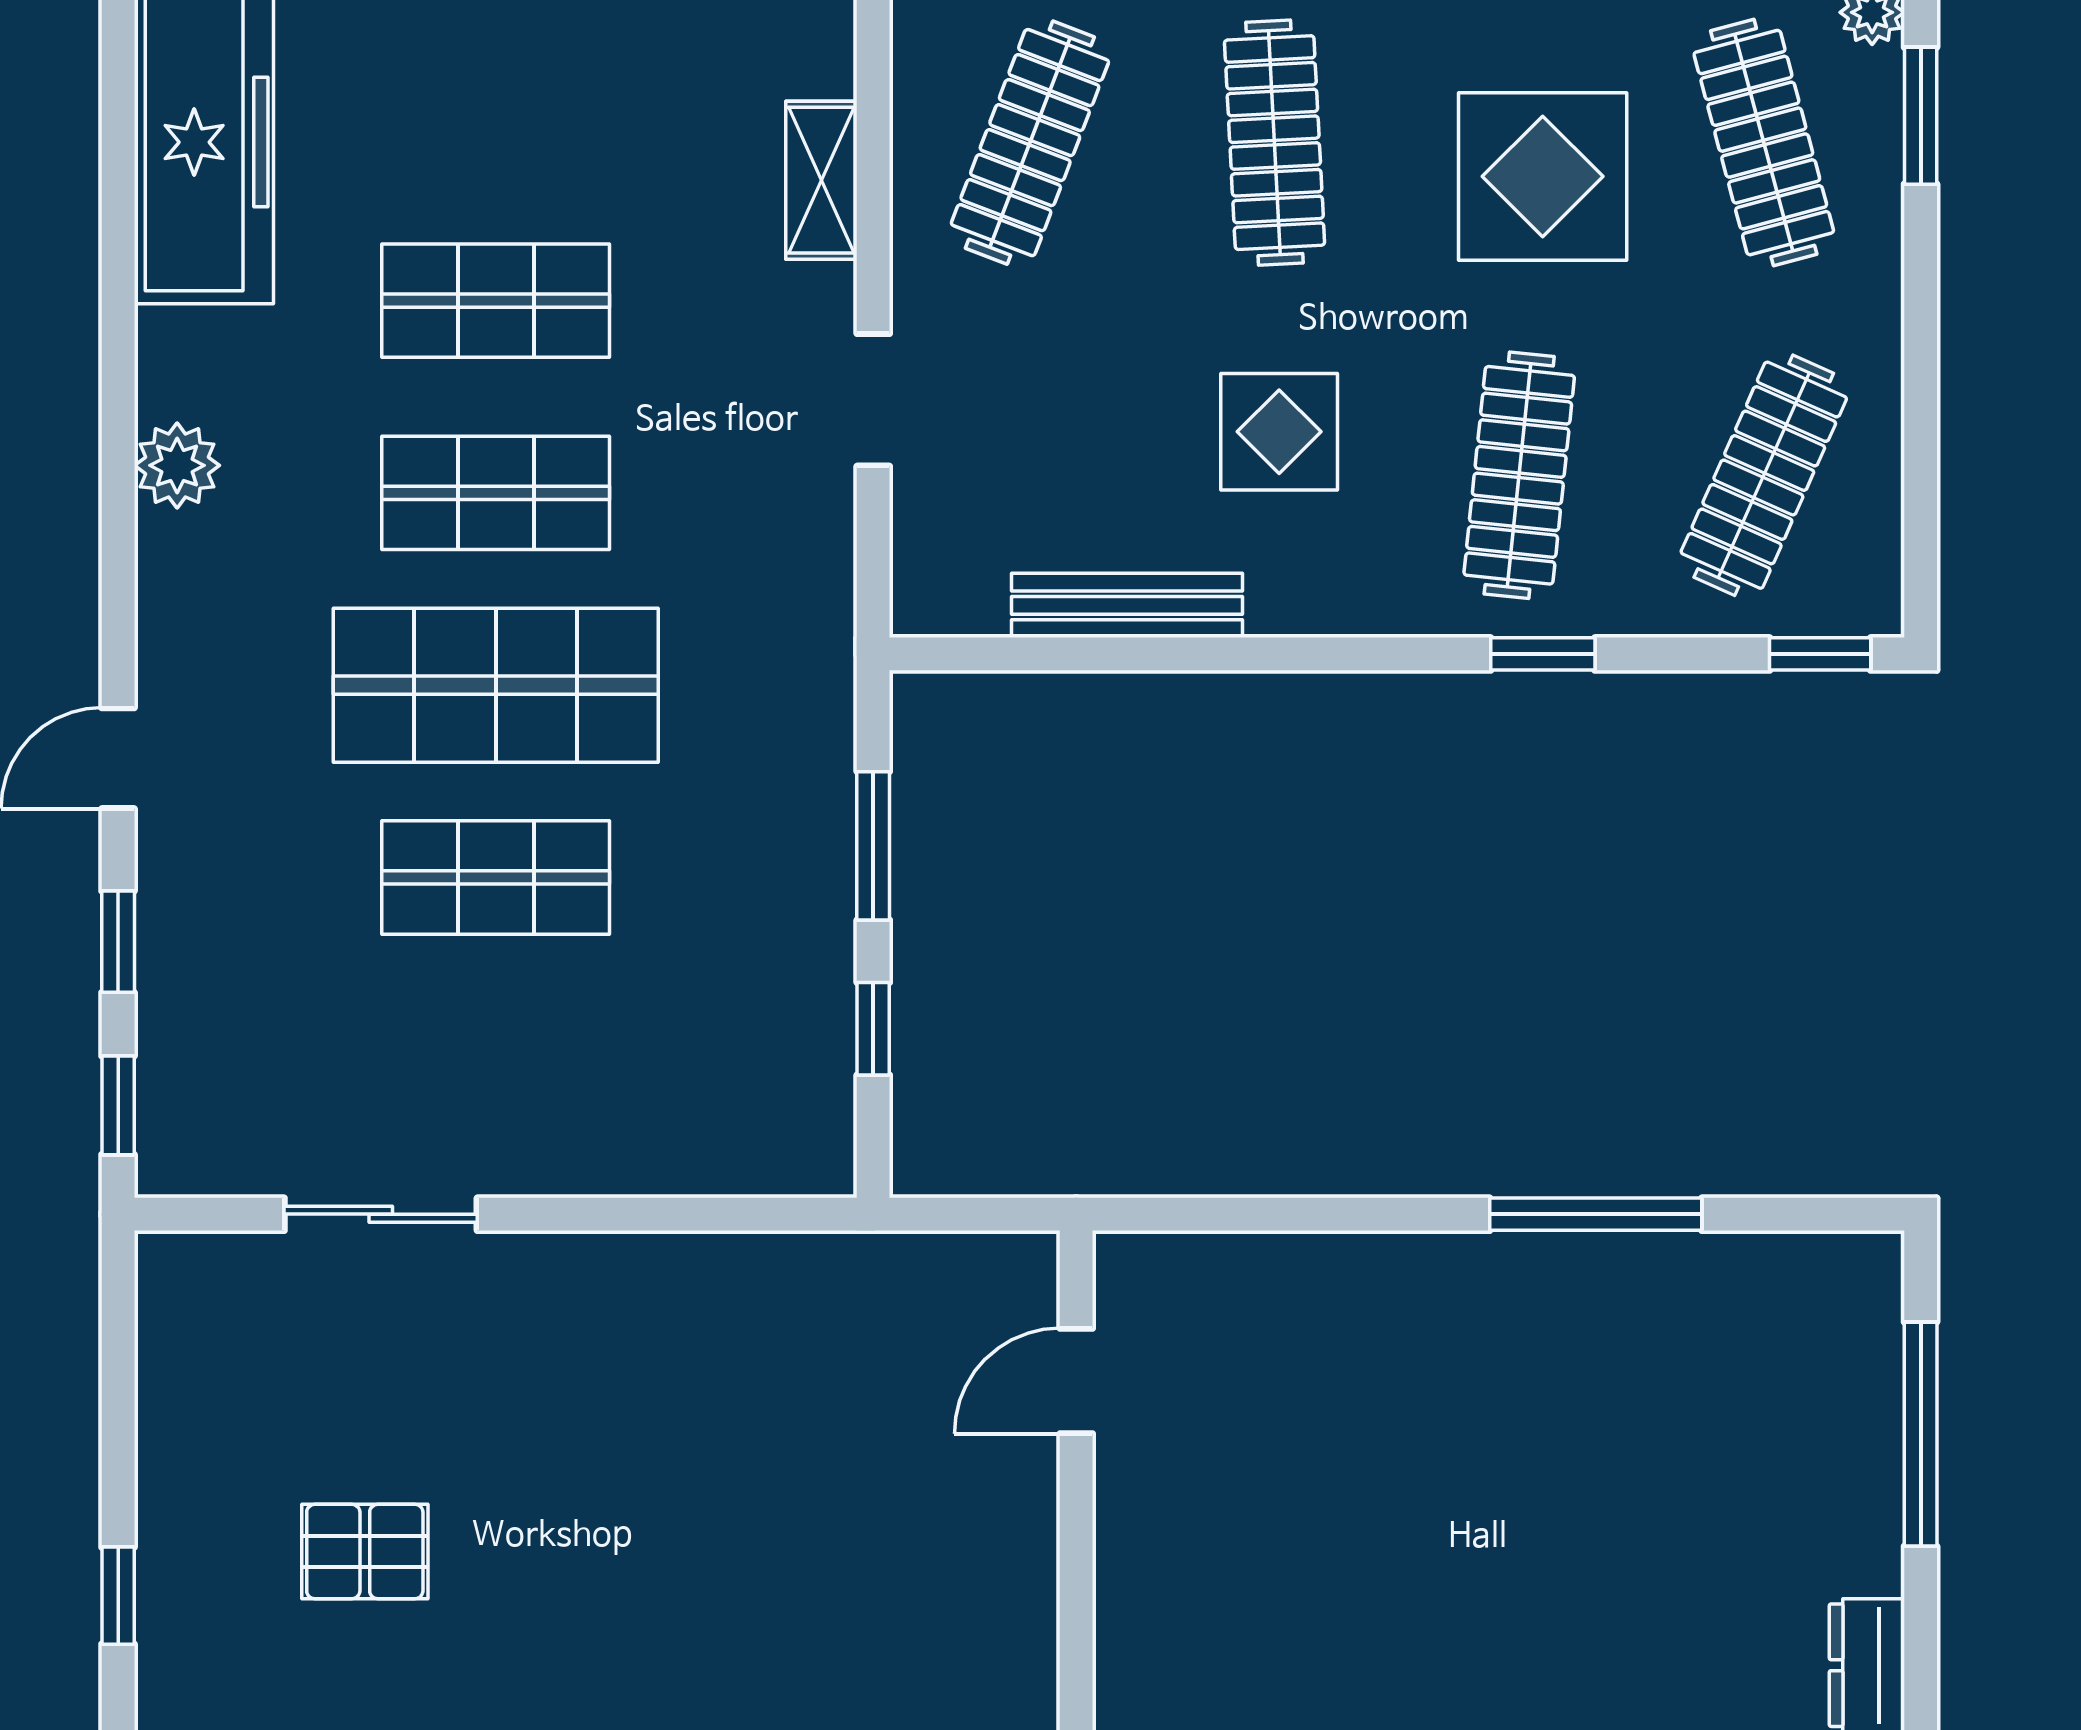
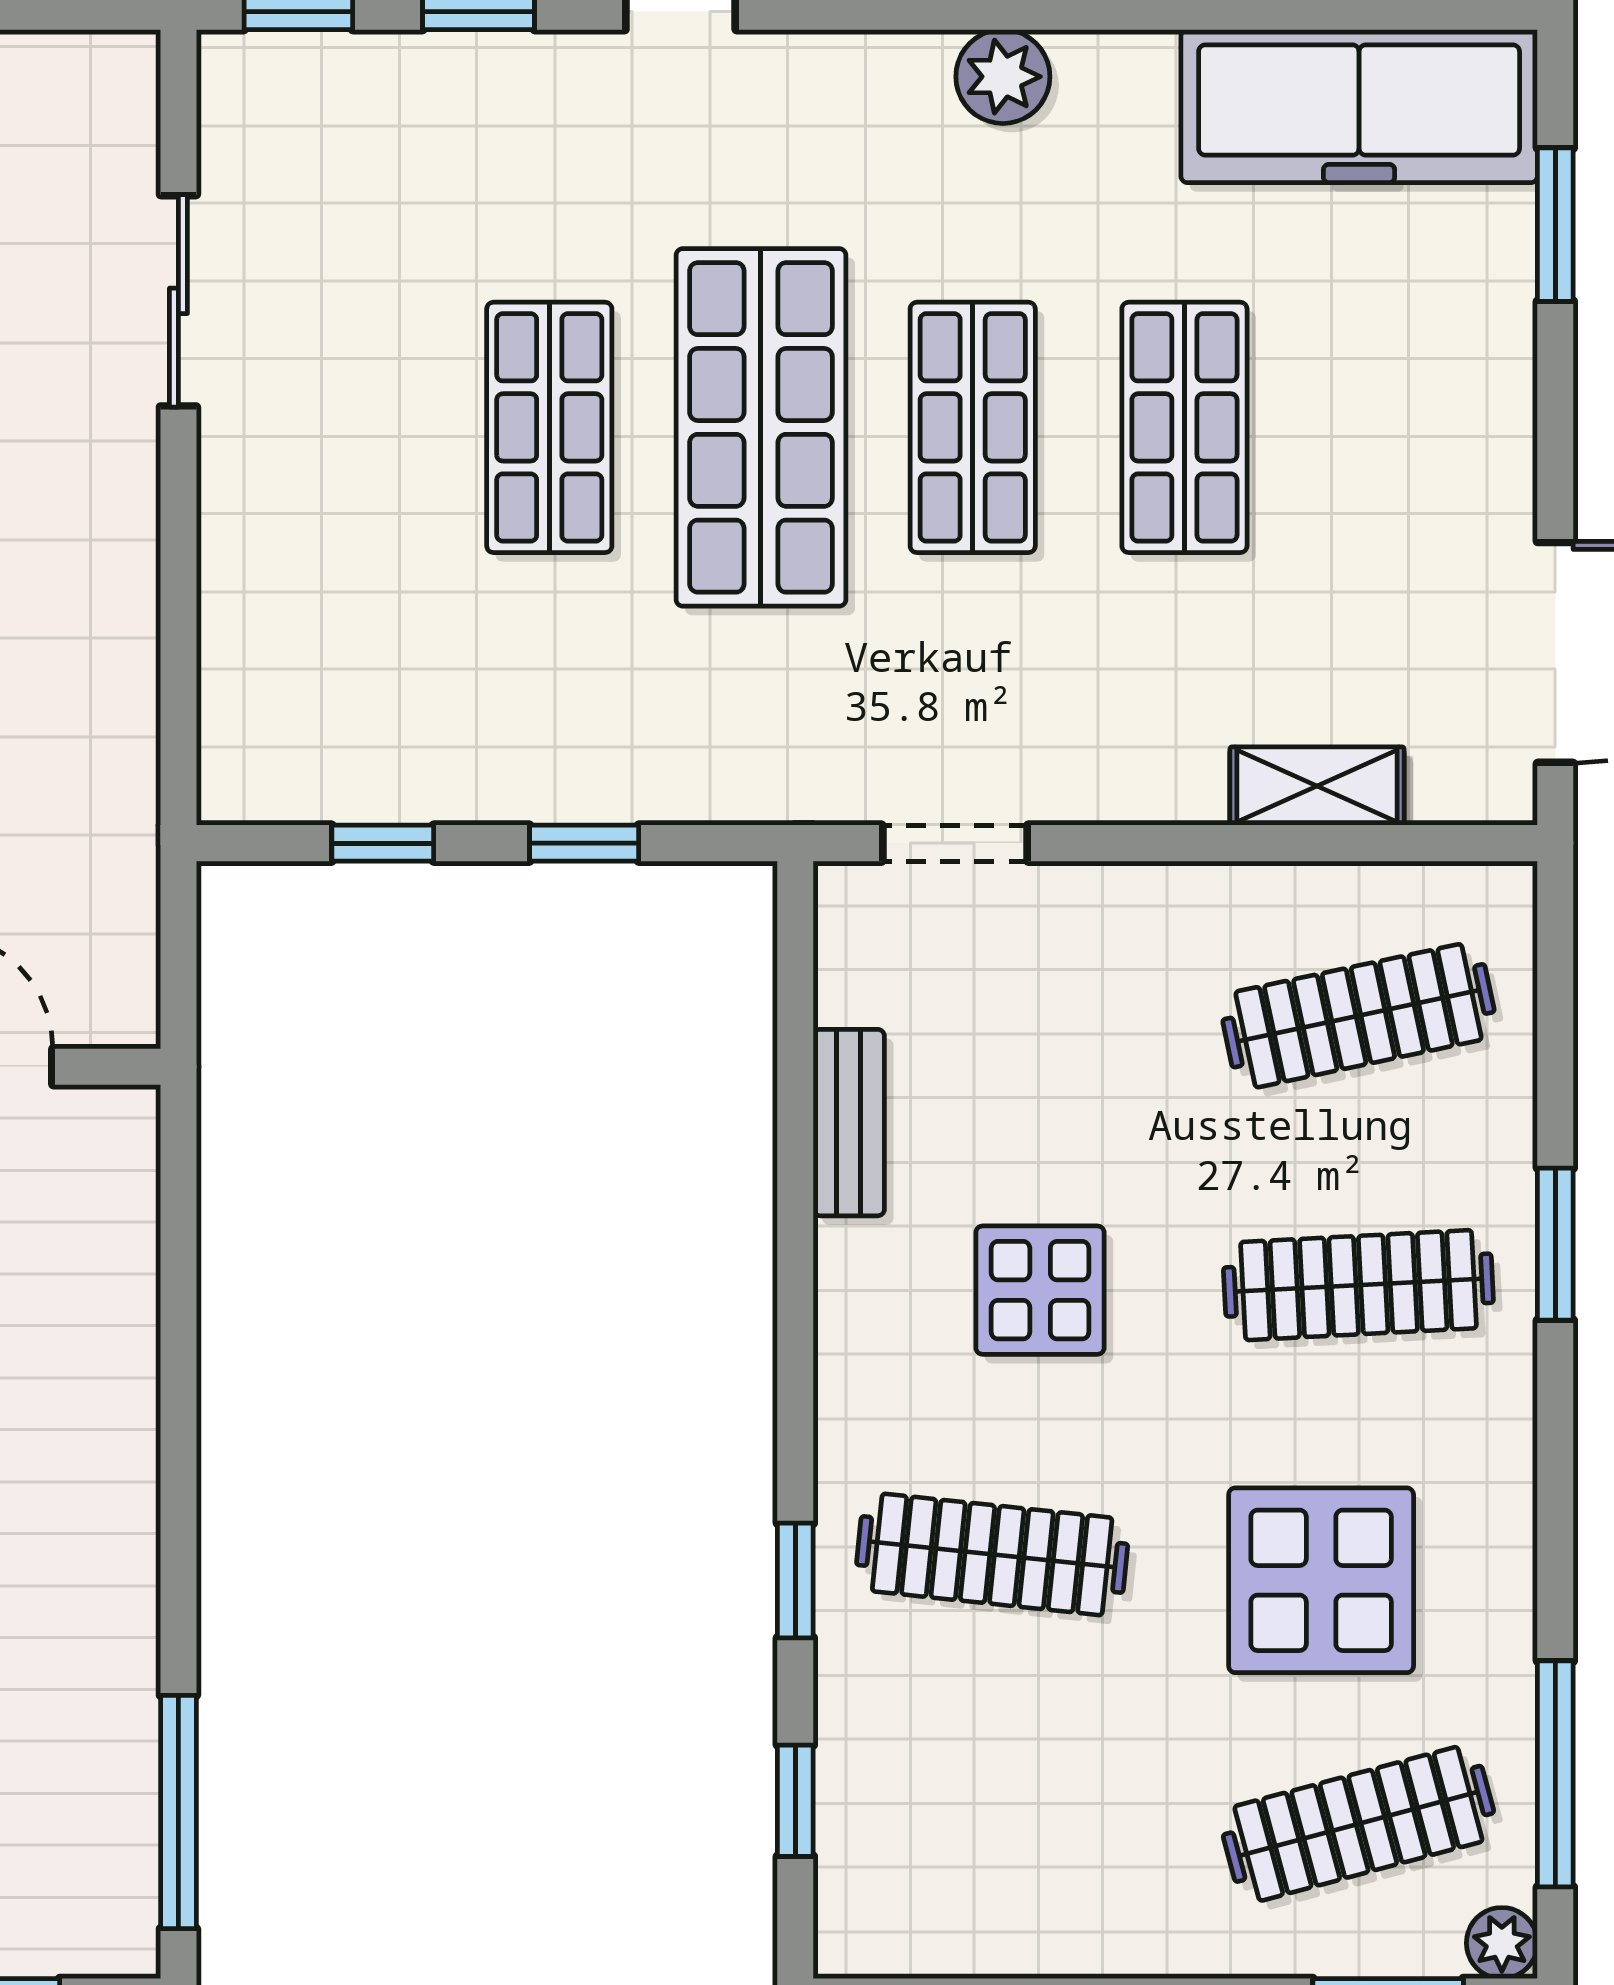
clothes rail: (1030, 143) -> (1358, 1016), turned -33
doorway: (873, 400) -> (955, 843), moved
clothes rail: (1764, 475) -> (992, 1824), removed
bench: (1127, 605) -> (849, 1123), width x0.73
window: (1820, 654) -> (795, 1801), moved
window: (873, 846) -> (584, 843), width x0.67
window: (1596, 1214) -> (178, 1812), moved

